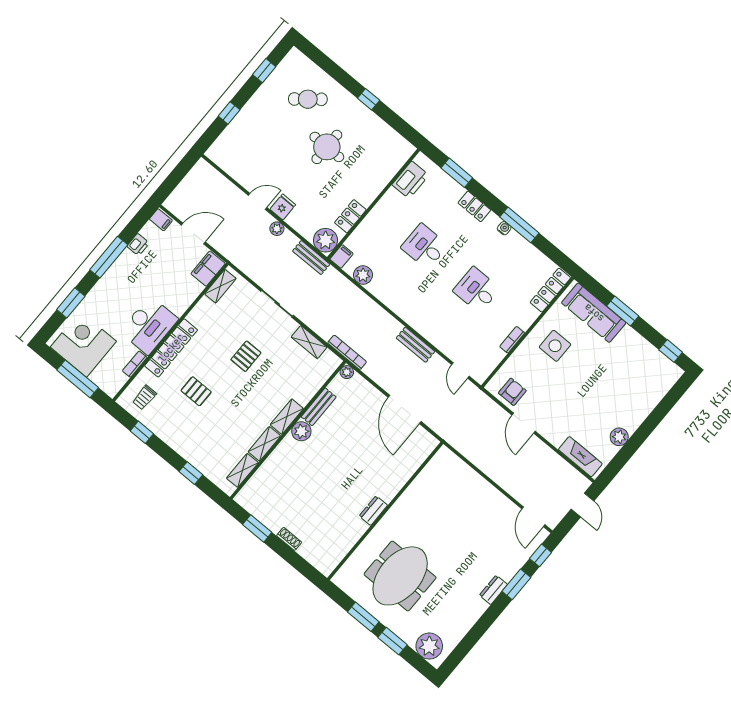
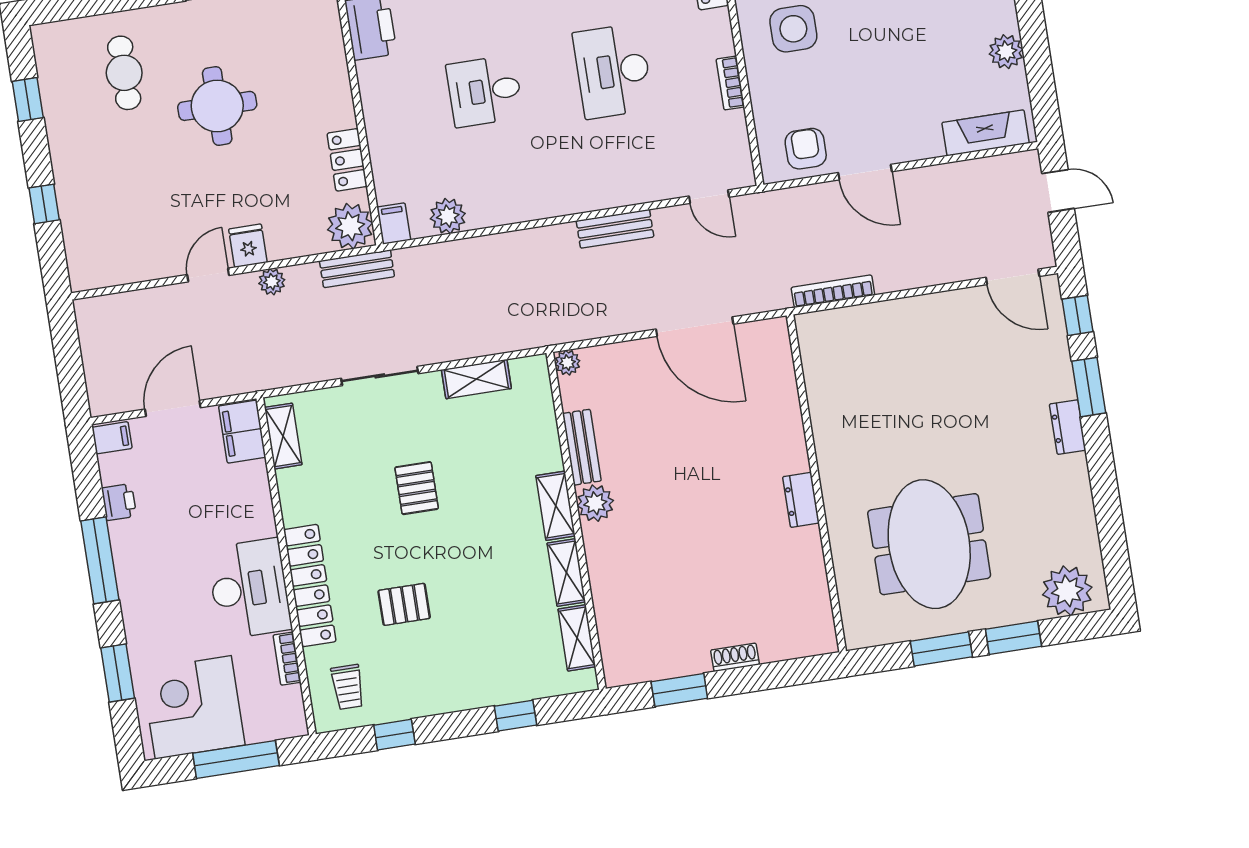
cafe table: (308, 99) -> (124, 73), turned -51
desk: (477, 290) -> (613, 71), width x1.37
bookcase: (347, 352) -> (833, 291), moved

